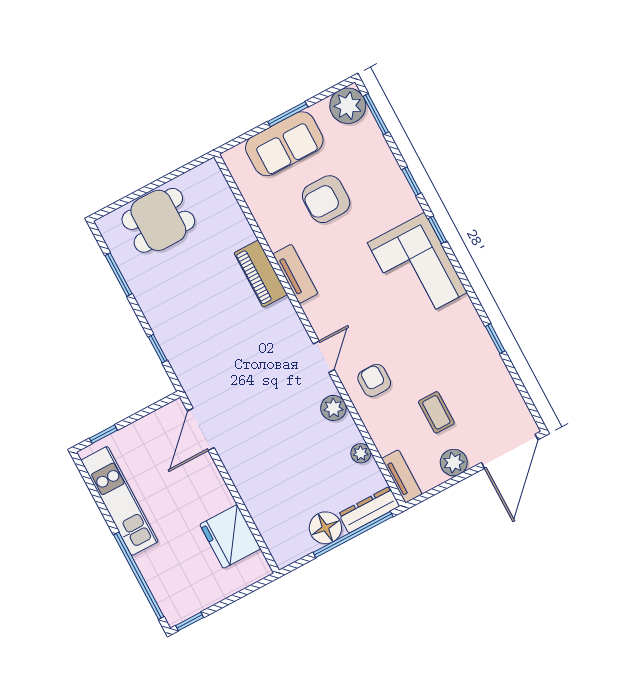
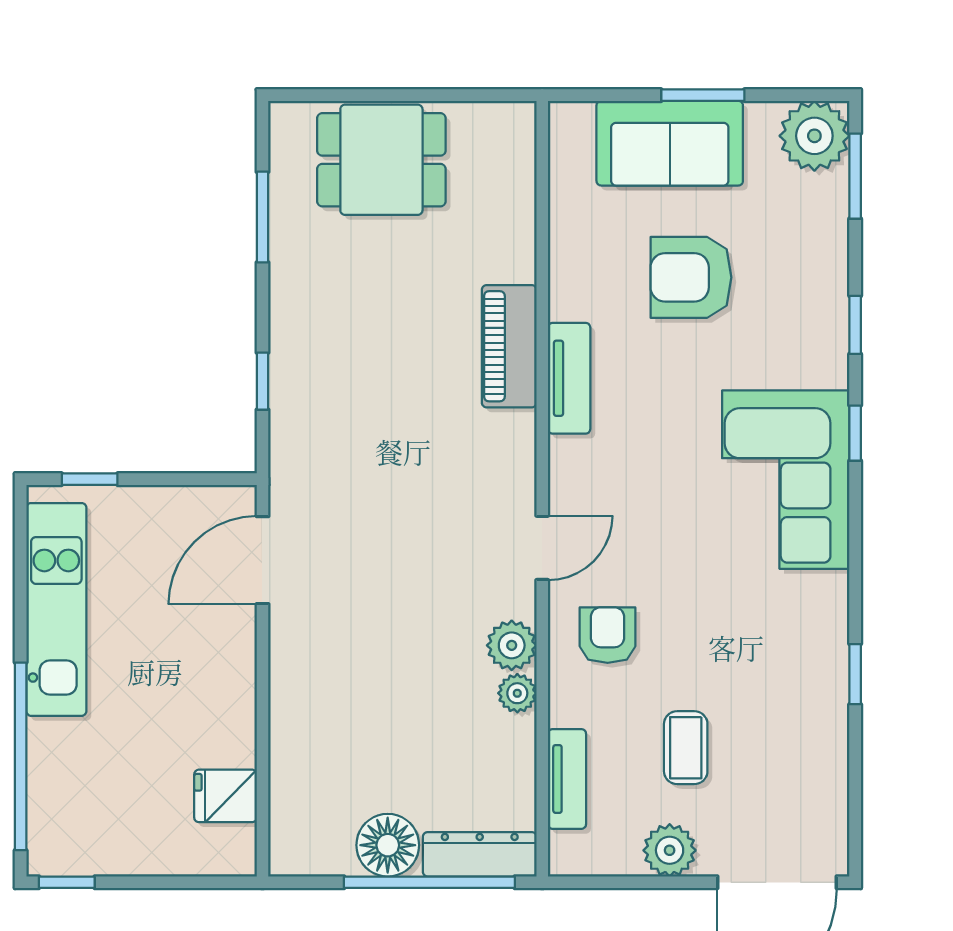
plant: (361, 453) -> (517, 693), moved
tv unit: (402, 476) -> (567, 779), moved
fridge: (230, 537) -> (225, 796), width x0.53, depth x0.75

